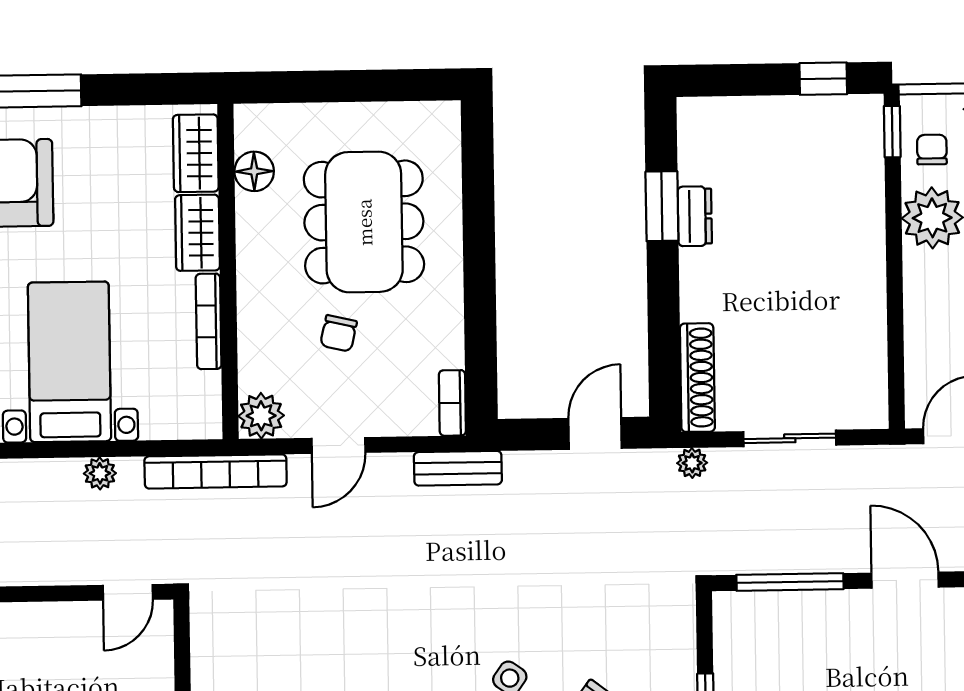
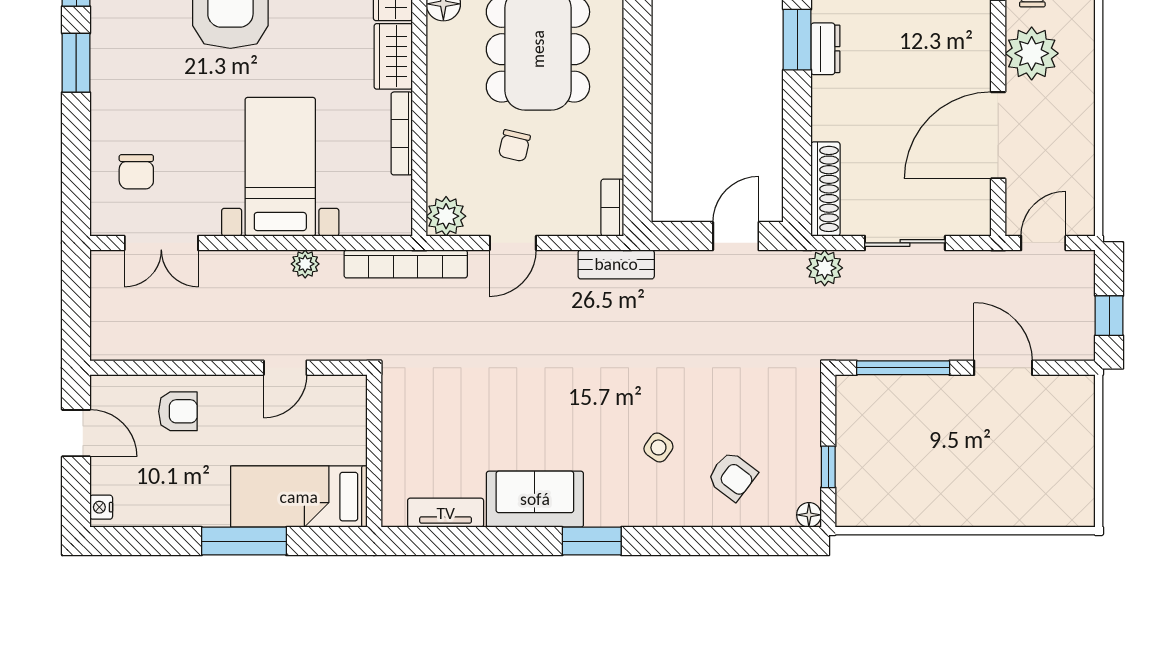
door: (895, 313) -> (998, 135), added
plant: (692, 463) -> (825, 268), width x1.38, depth x1.38
door: (128, 592) -> (285, 368), moved

